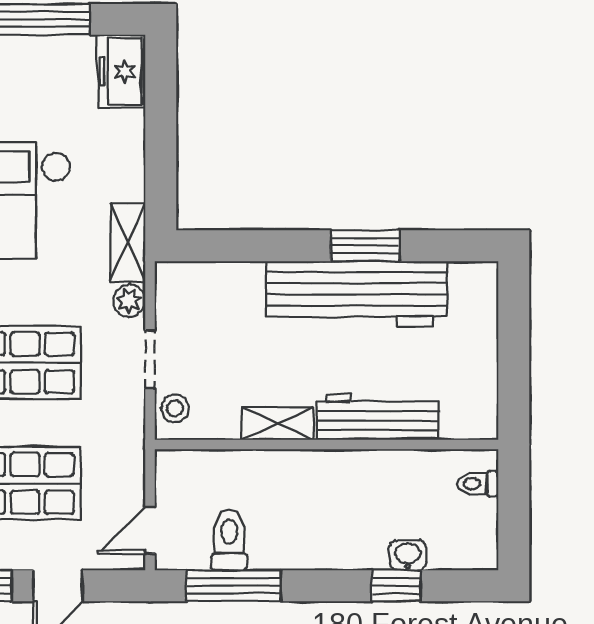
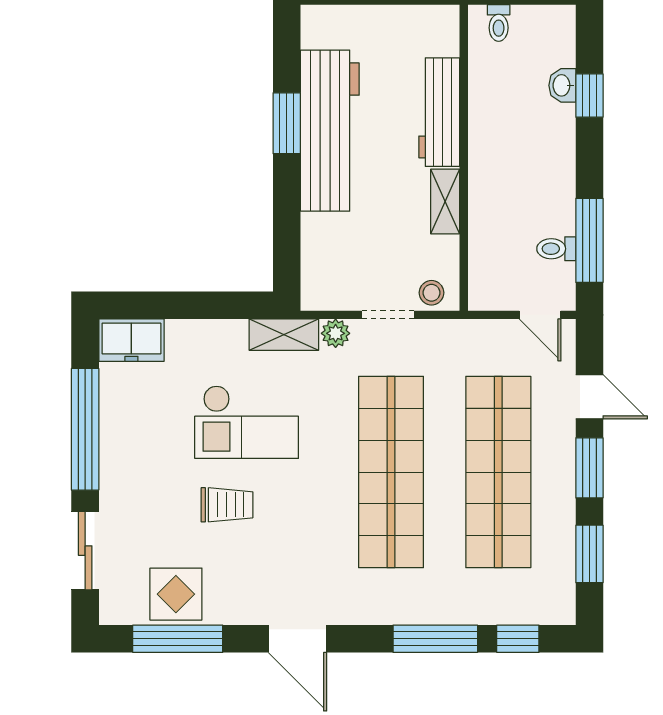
toilet: (229, 540) -> (556, 249), width x0.73, depth x0.72

